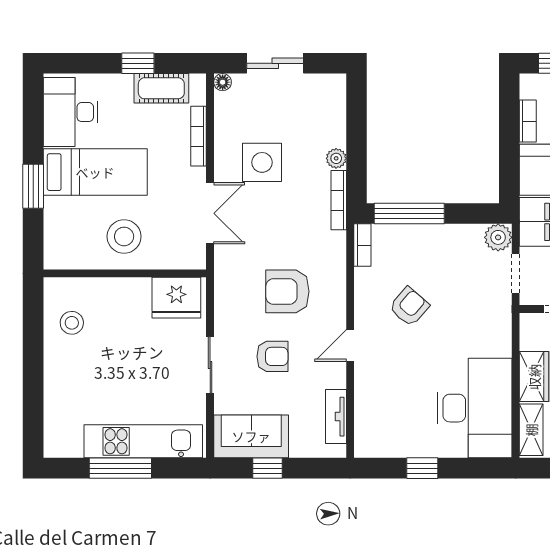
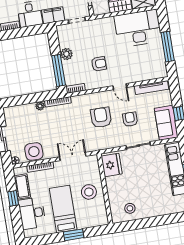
desk: (71, 112) -> (32, 213), moved, turned 90
side table: (262, 162) -> (34, 152), moved
plant: (498, 237) -> (66, 54), moved
armchair: (287, 291) -> (101, 117), turned 180
armchair: (409, 307) -> (99, 64), turned 138
tv unit: (336, 417) -> (152, 88), width x1.41
window: (422, 468) -> (168, 47), width x2.17

